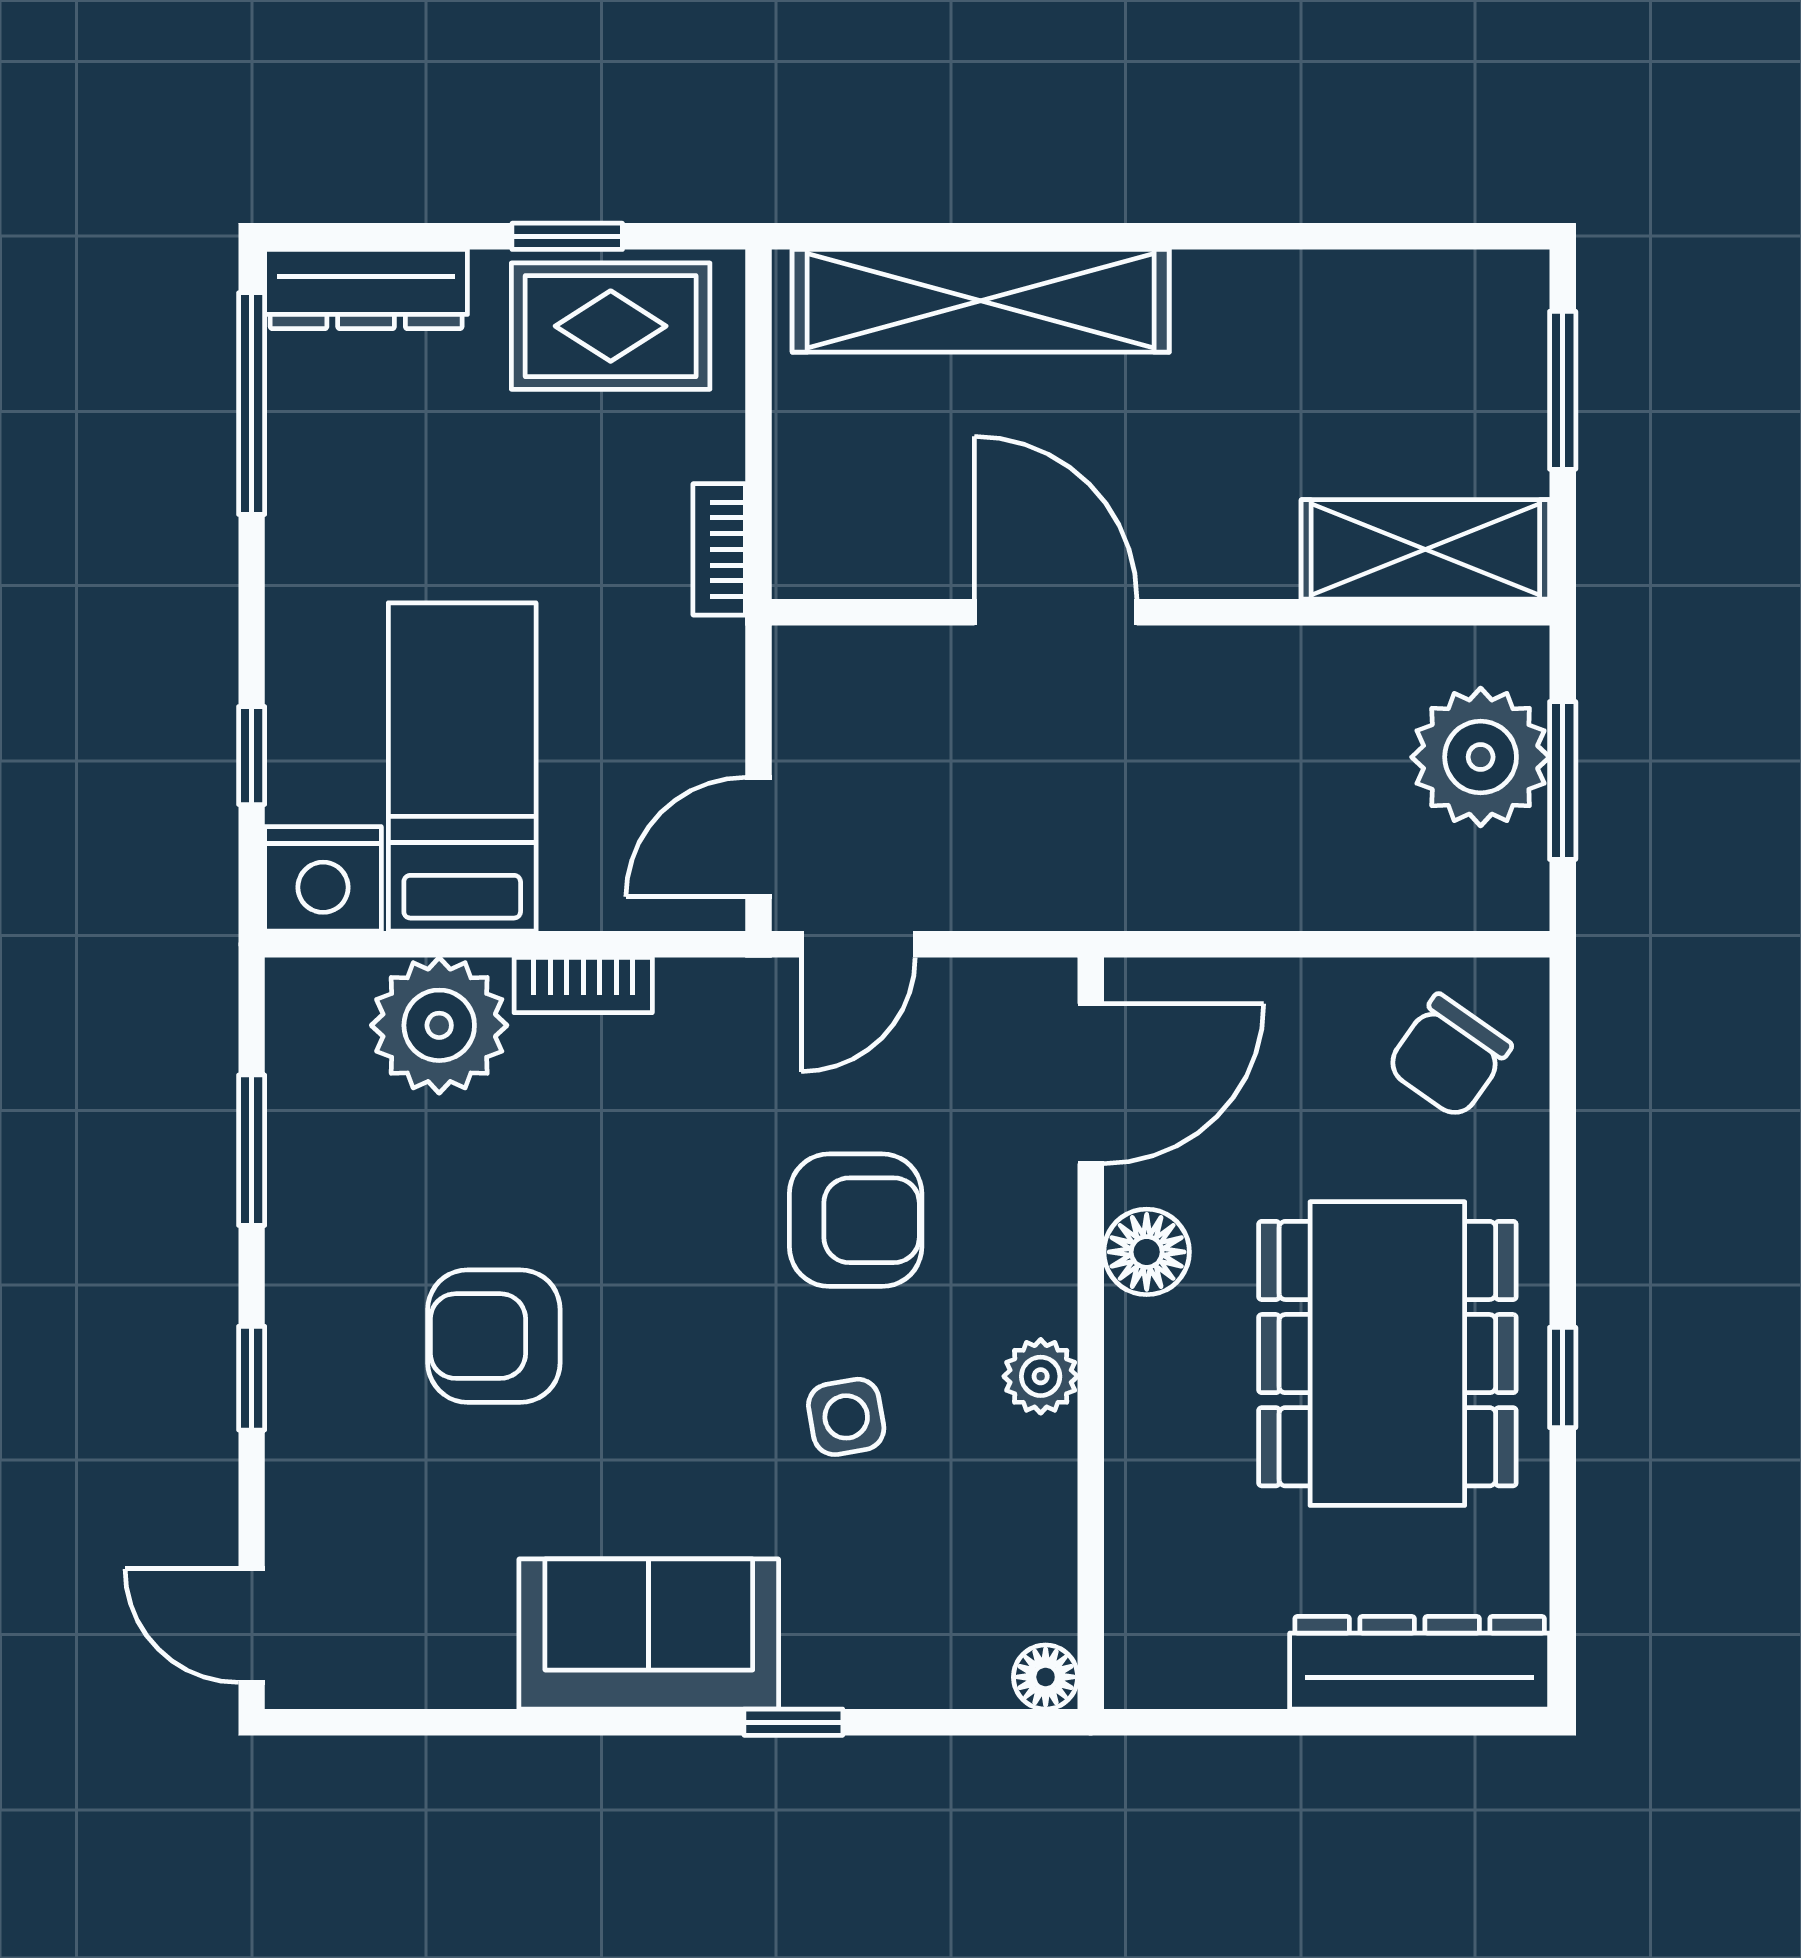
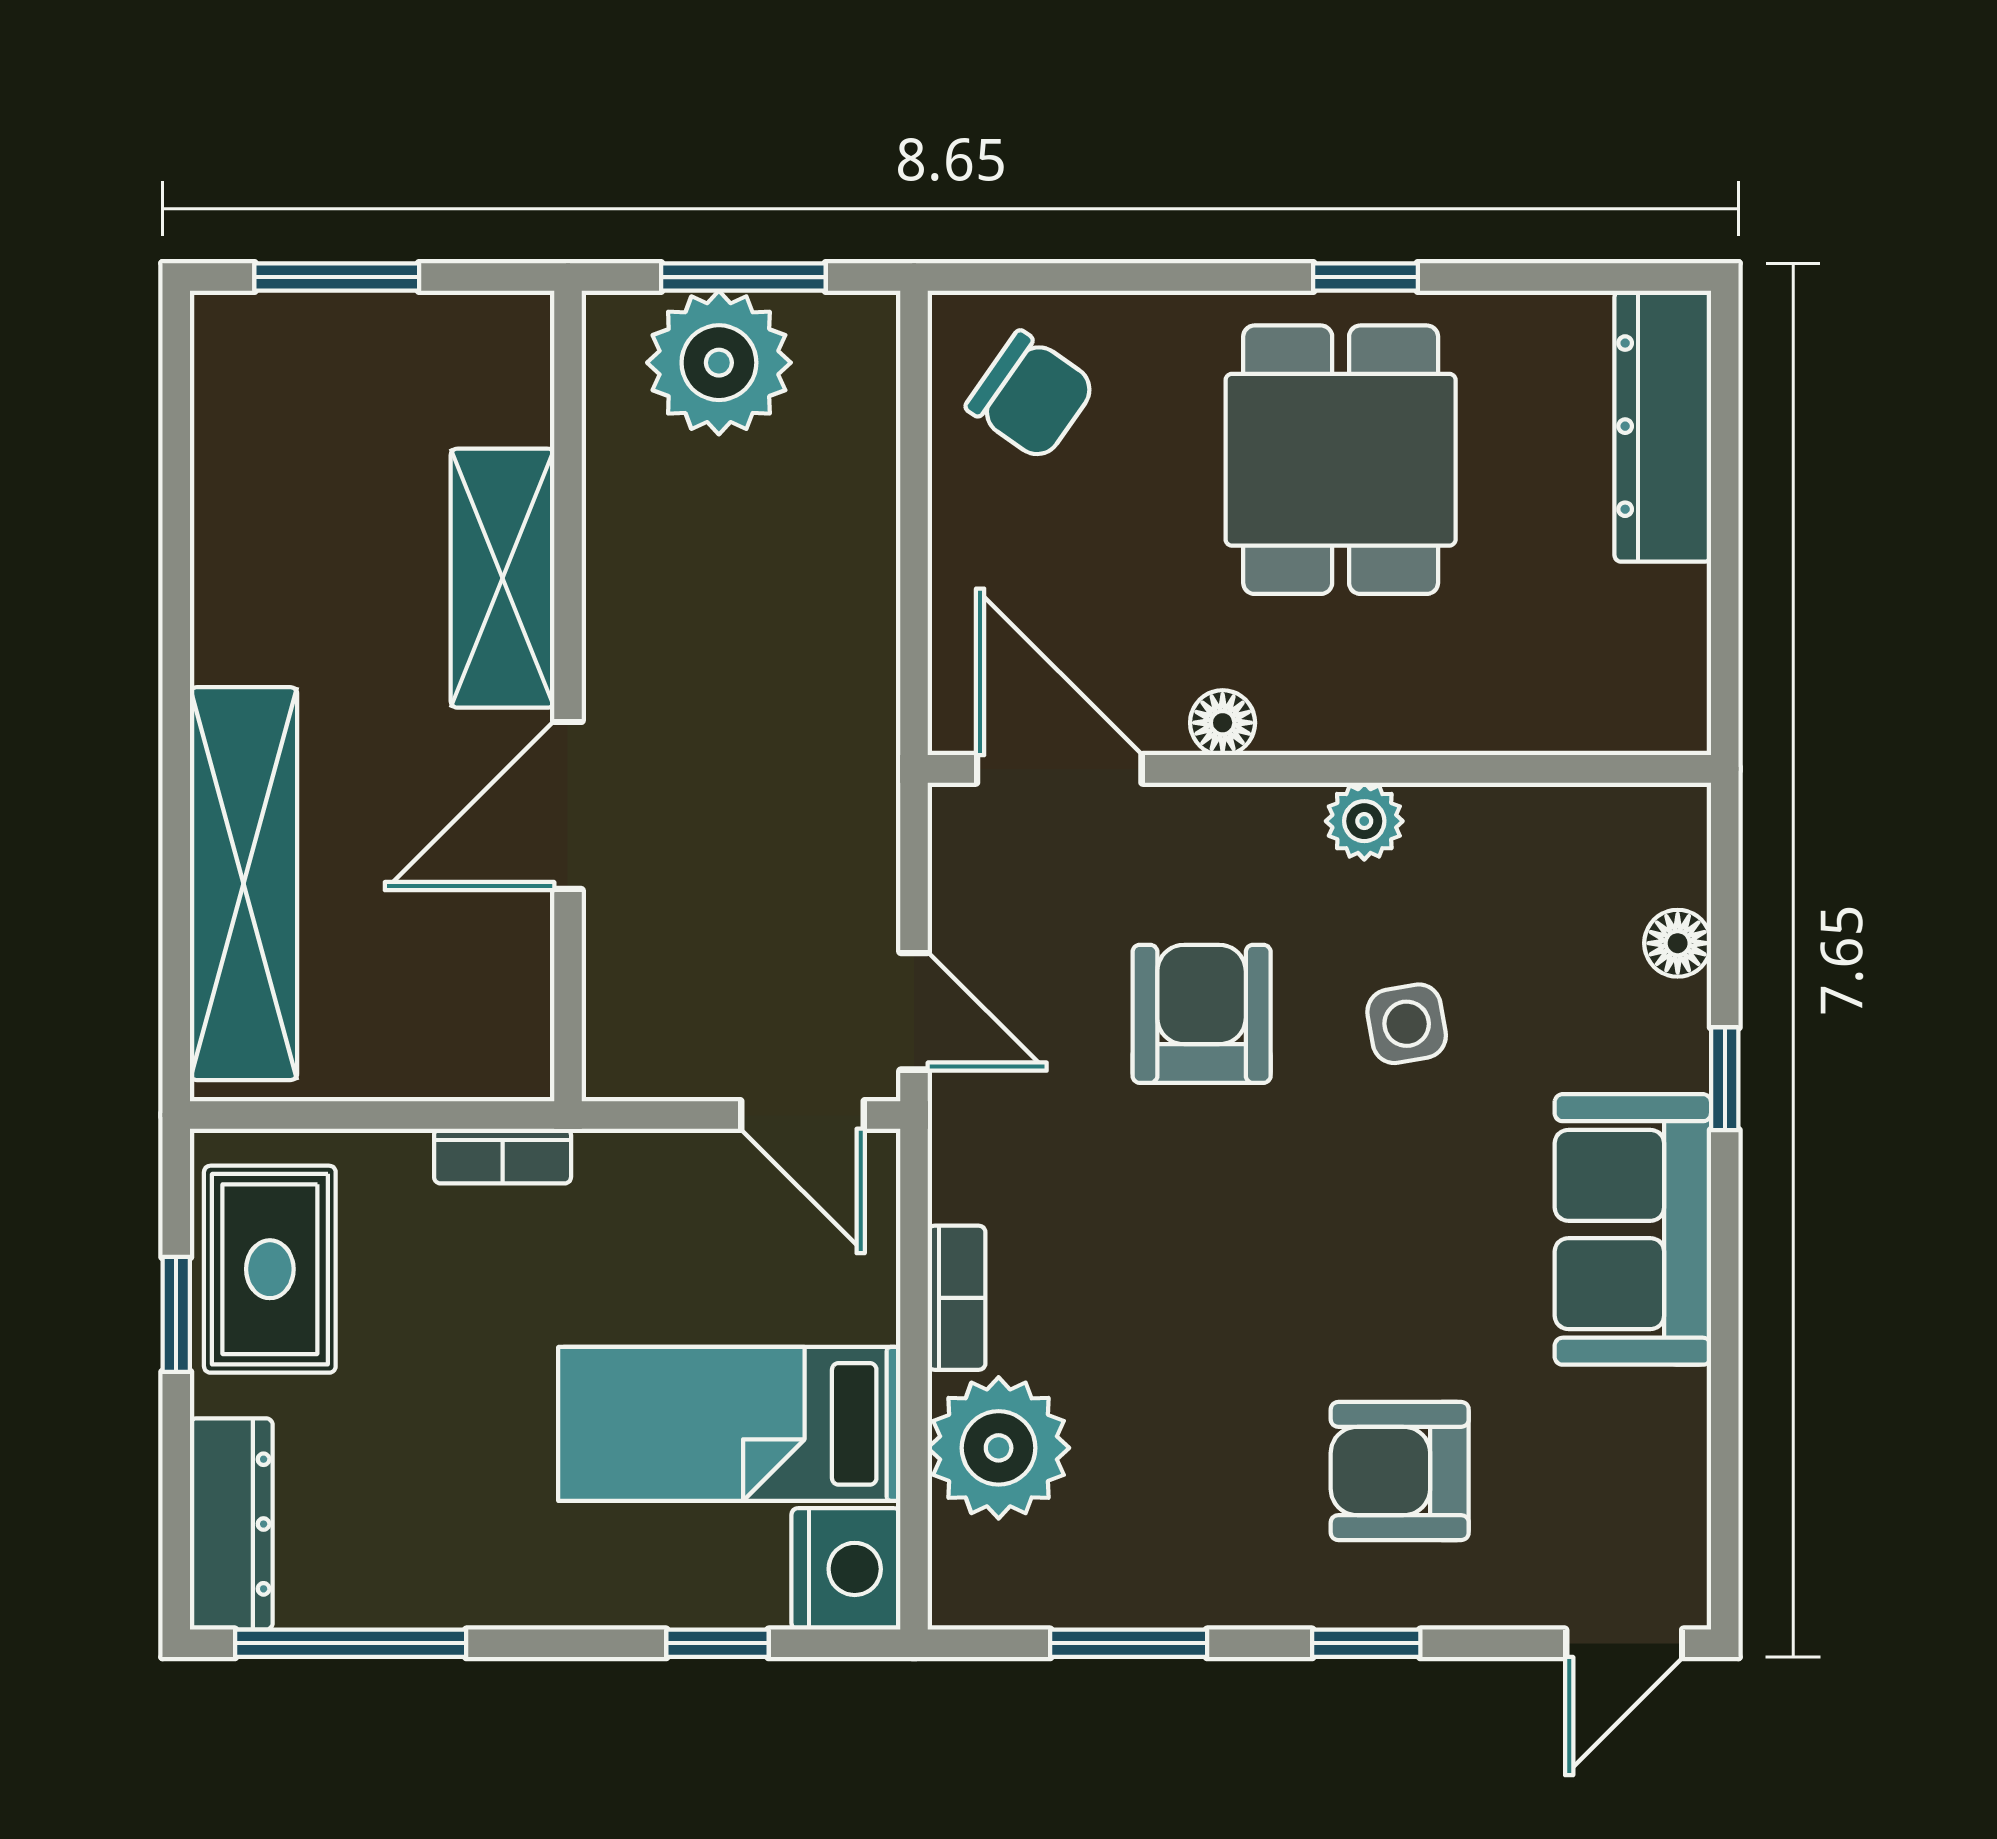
shelving: (1425, 549) -> (503, 578), moved
floor lamp: (1147, 1252) -> (1223, 723), width x0.73, depth x0.73
armchair: (494, 1336) -> (1400, 1471), moved, turned 90
dining table: (1387, 1354) -> (1341, 460), width x0.73
floor lamp: (1046, 1677) -> (1678, 943), moved

